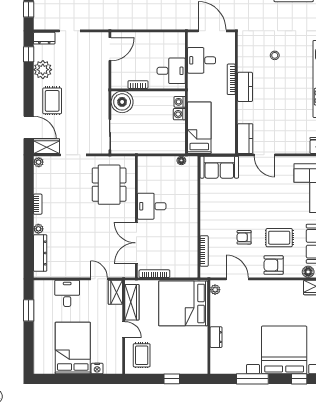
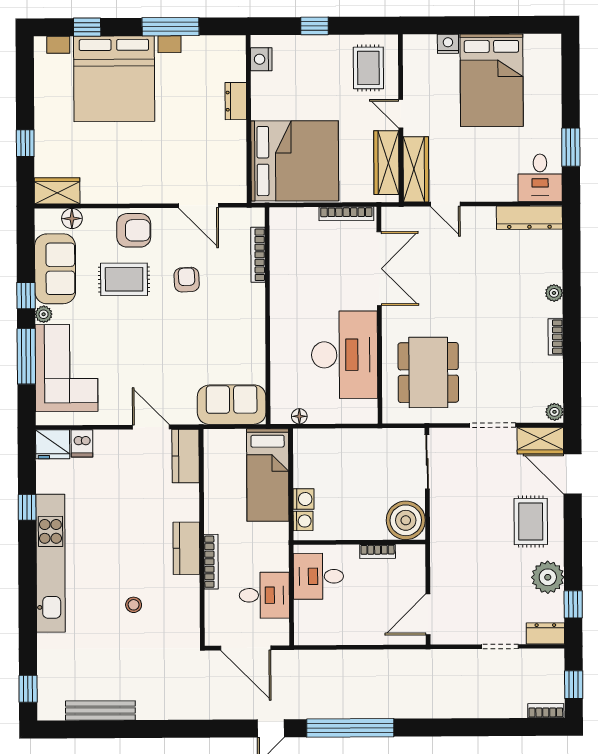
dishwasher: (303, 146) -> (82, 443), added
desk: (152, 206) -> (345, 355), width x1.87, depth x1.30
armchair: (244, 237) -> (187, 280), turned -93
dresser: (40, 253) -> (529, 218), moved, turned -90
plant: (215, 290) -> (238, 186), removed
wardrobe: (115, 292) -> (416, 169), width x1.50
desk: (67, 293) -> (540, 178), moved
nightstand: (202, 360) -> (261, 59), added

